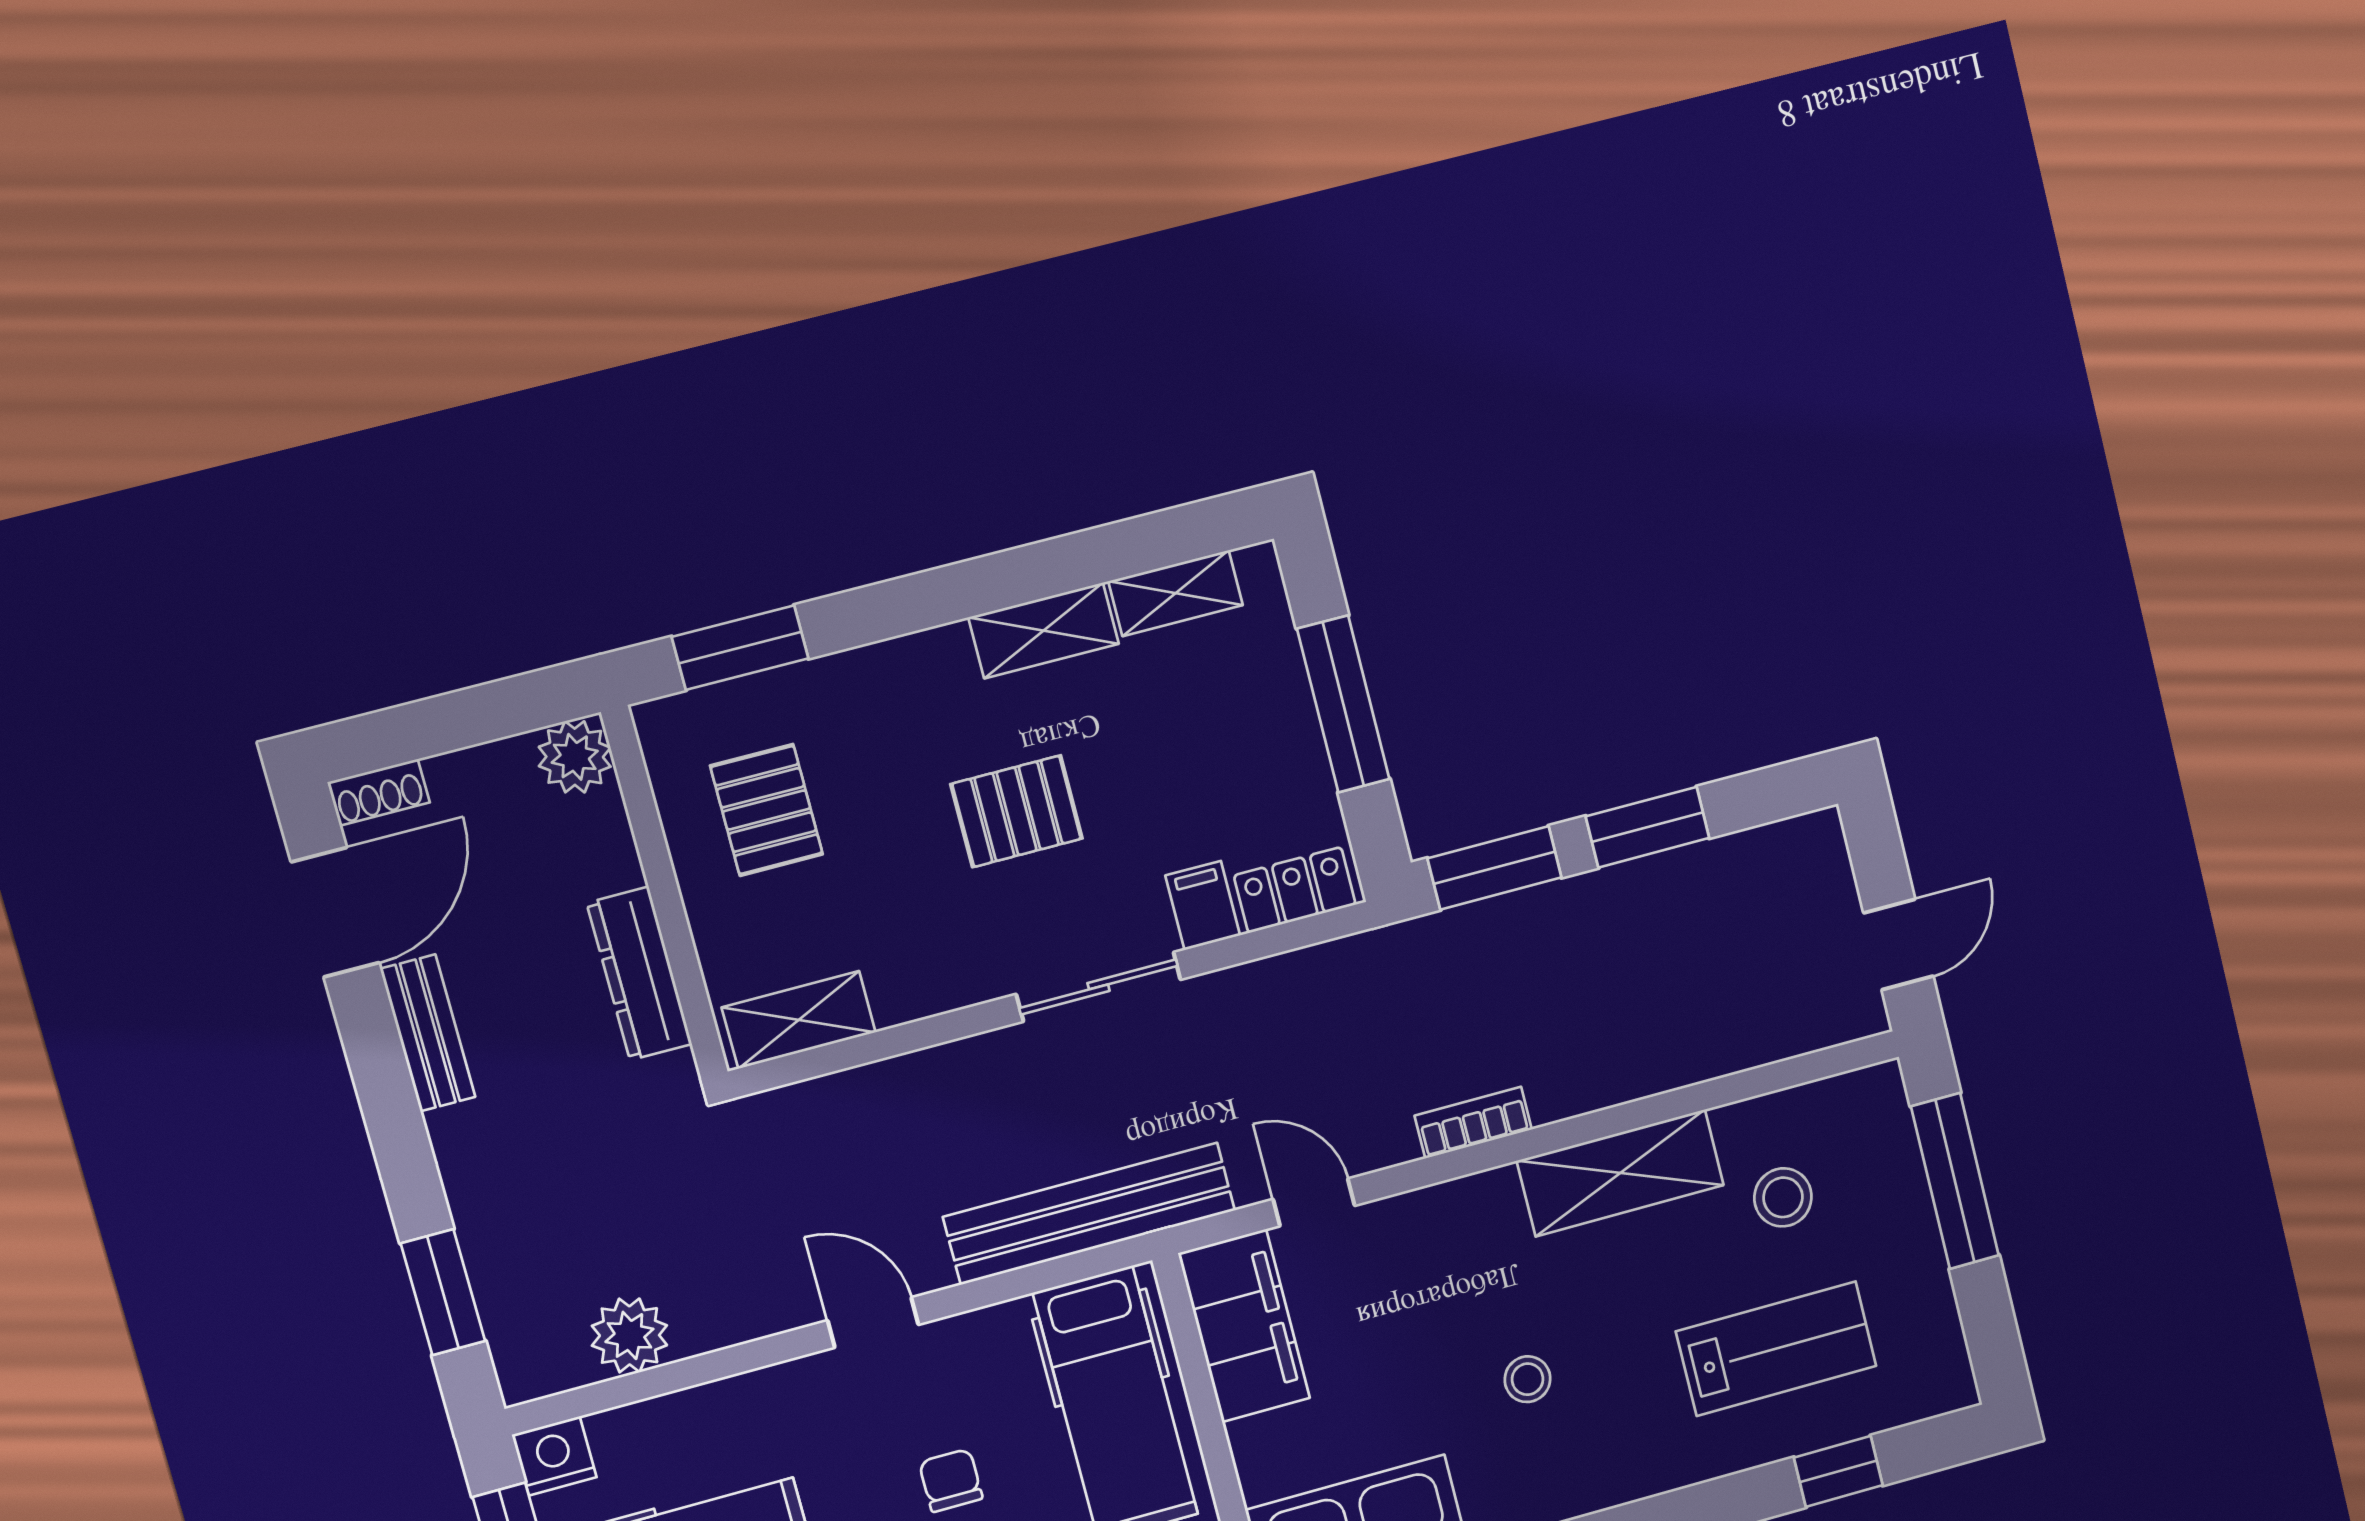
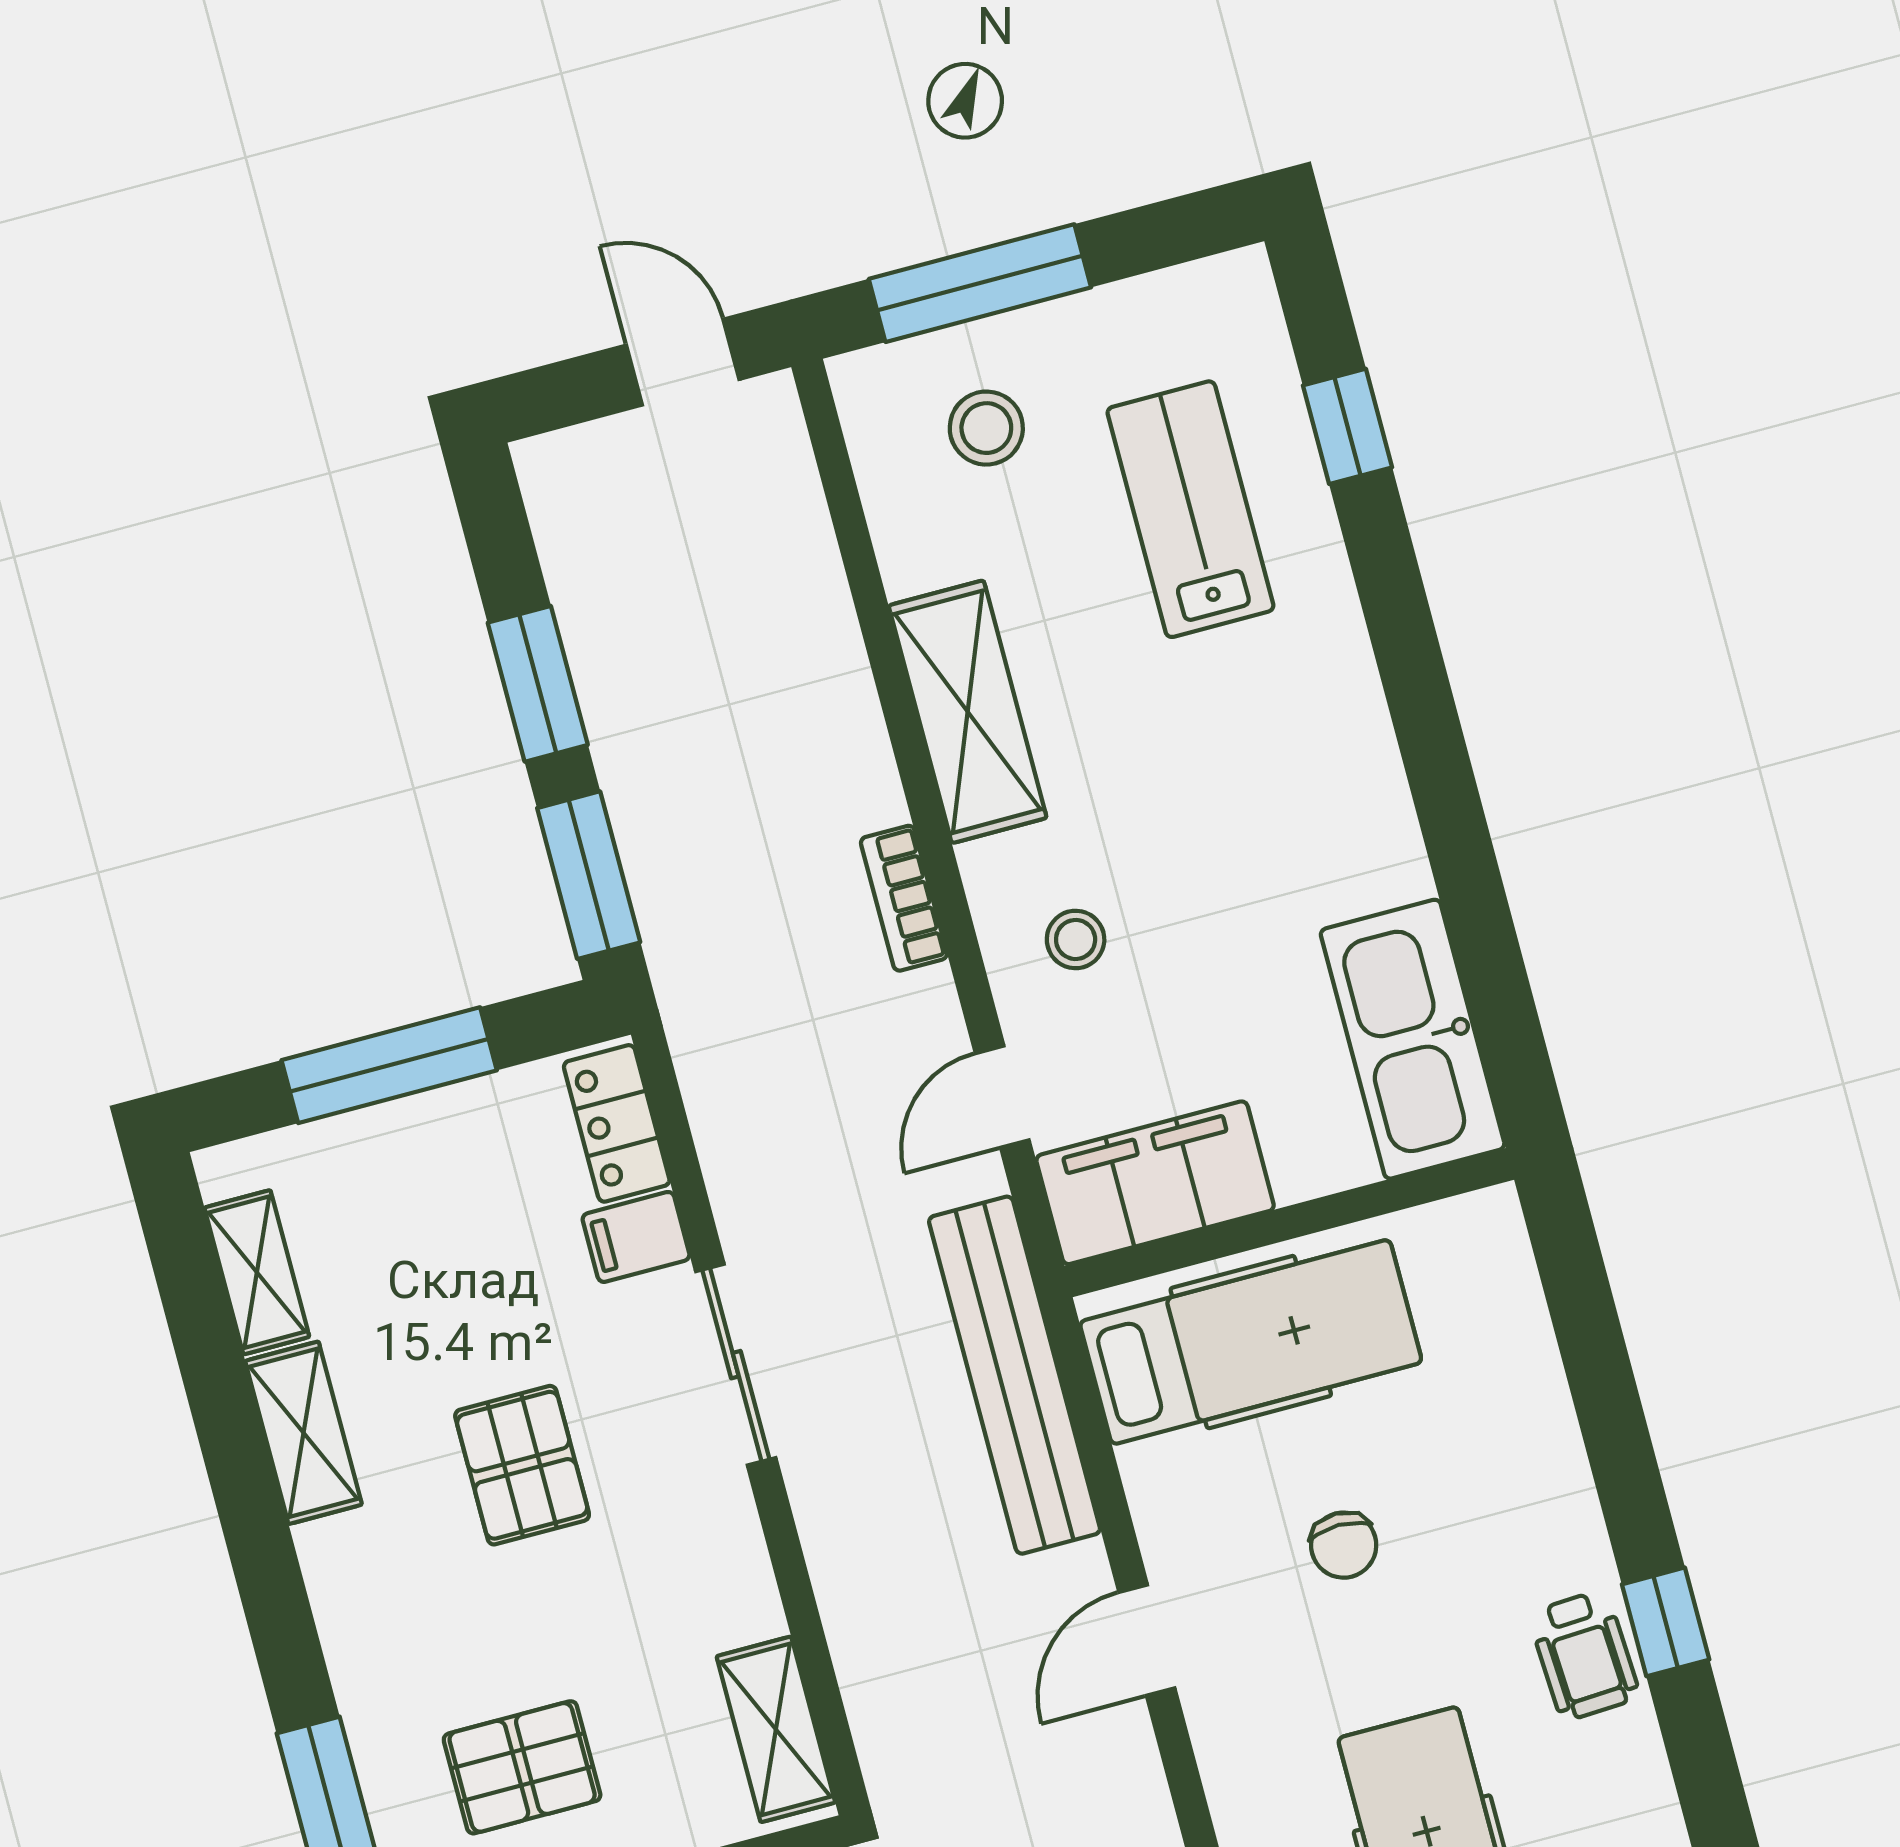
stool: (1783, 1197) -> (986, 428), moved
stool: (1527, 1379) -> (1076, 939), moved
chair: (951, 1480) -> (1344, 1545), turned -90

